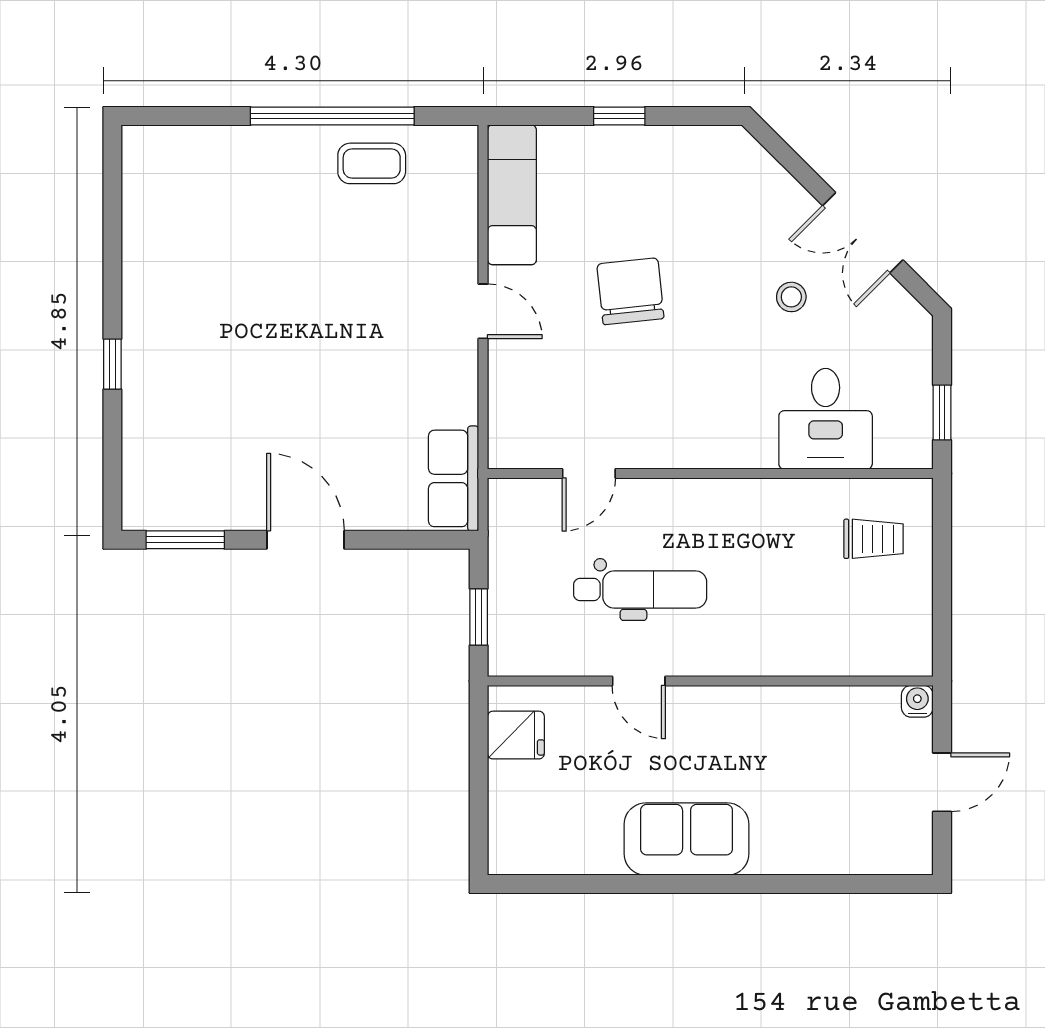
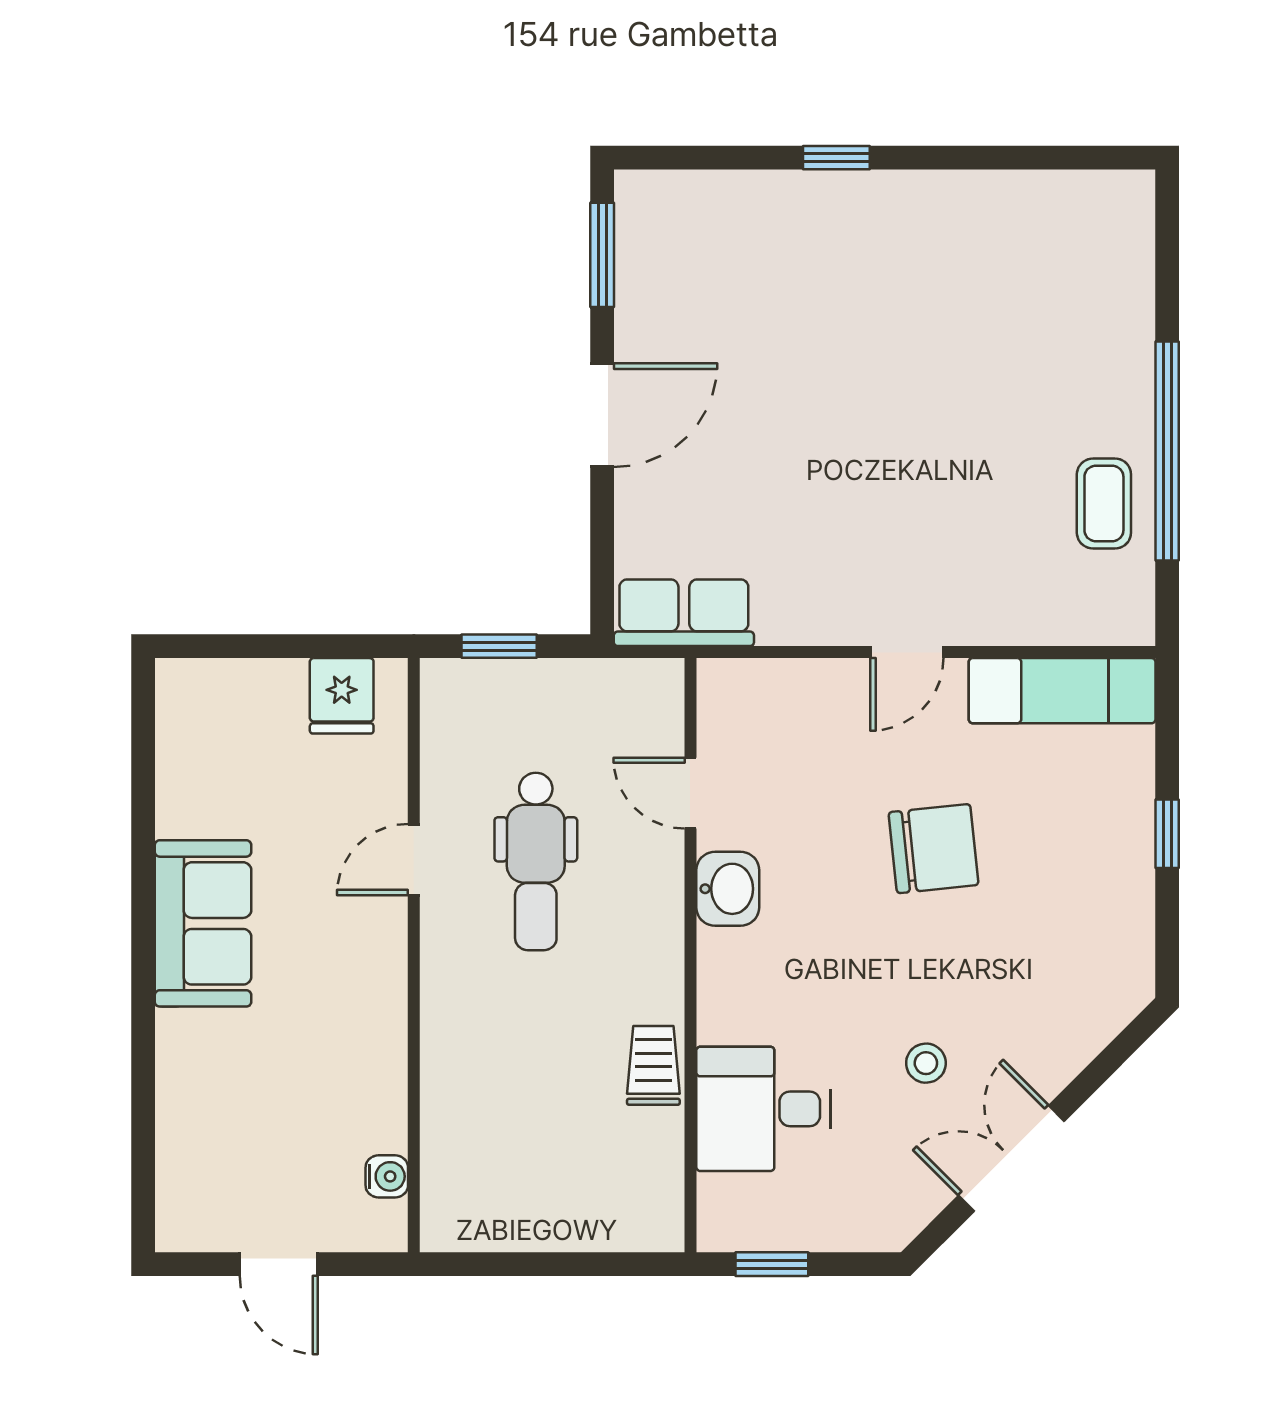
washbasin: (661, 446) -> (728, 889), added
trolley: (874, 539) -> (653, 1065), moved, turned 180
water cooler: (917, 701) -> (387, 1176), moved

